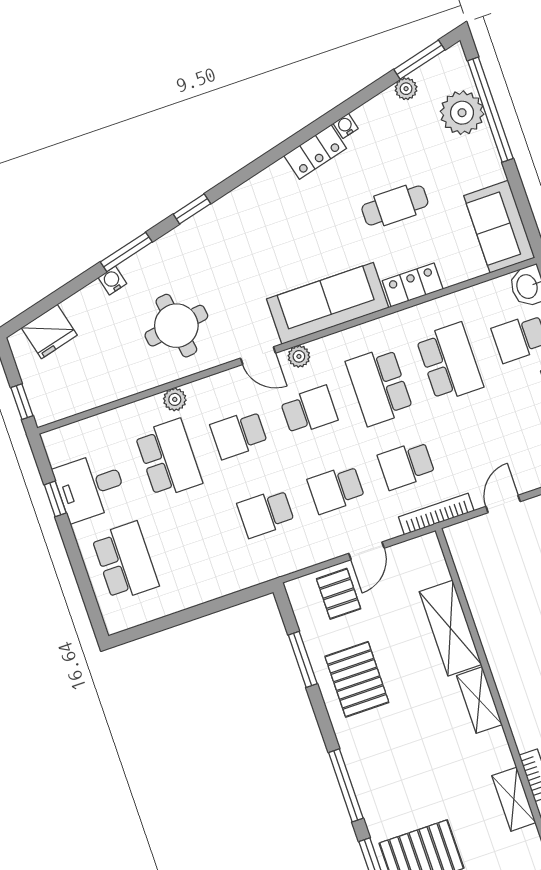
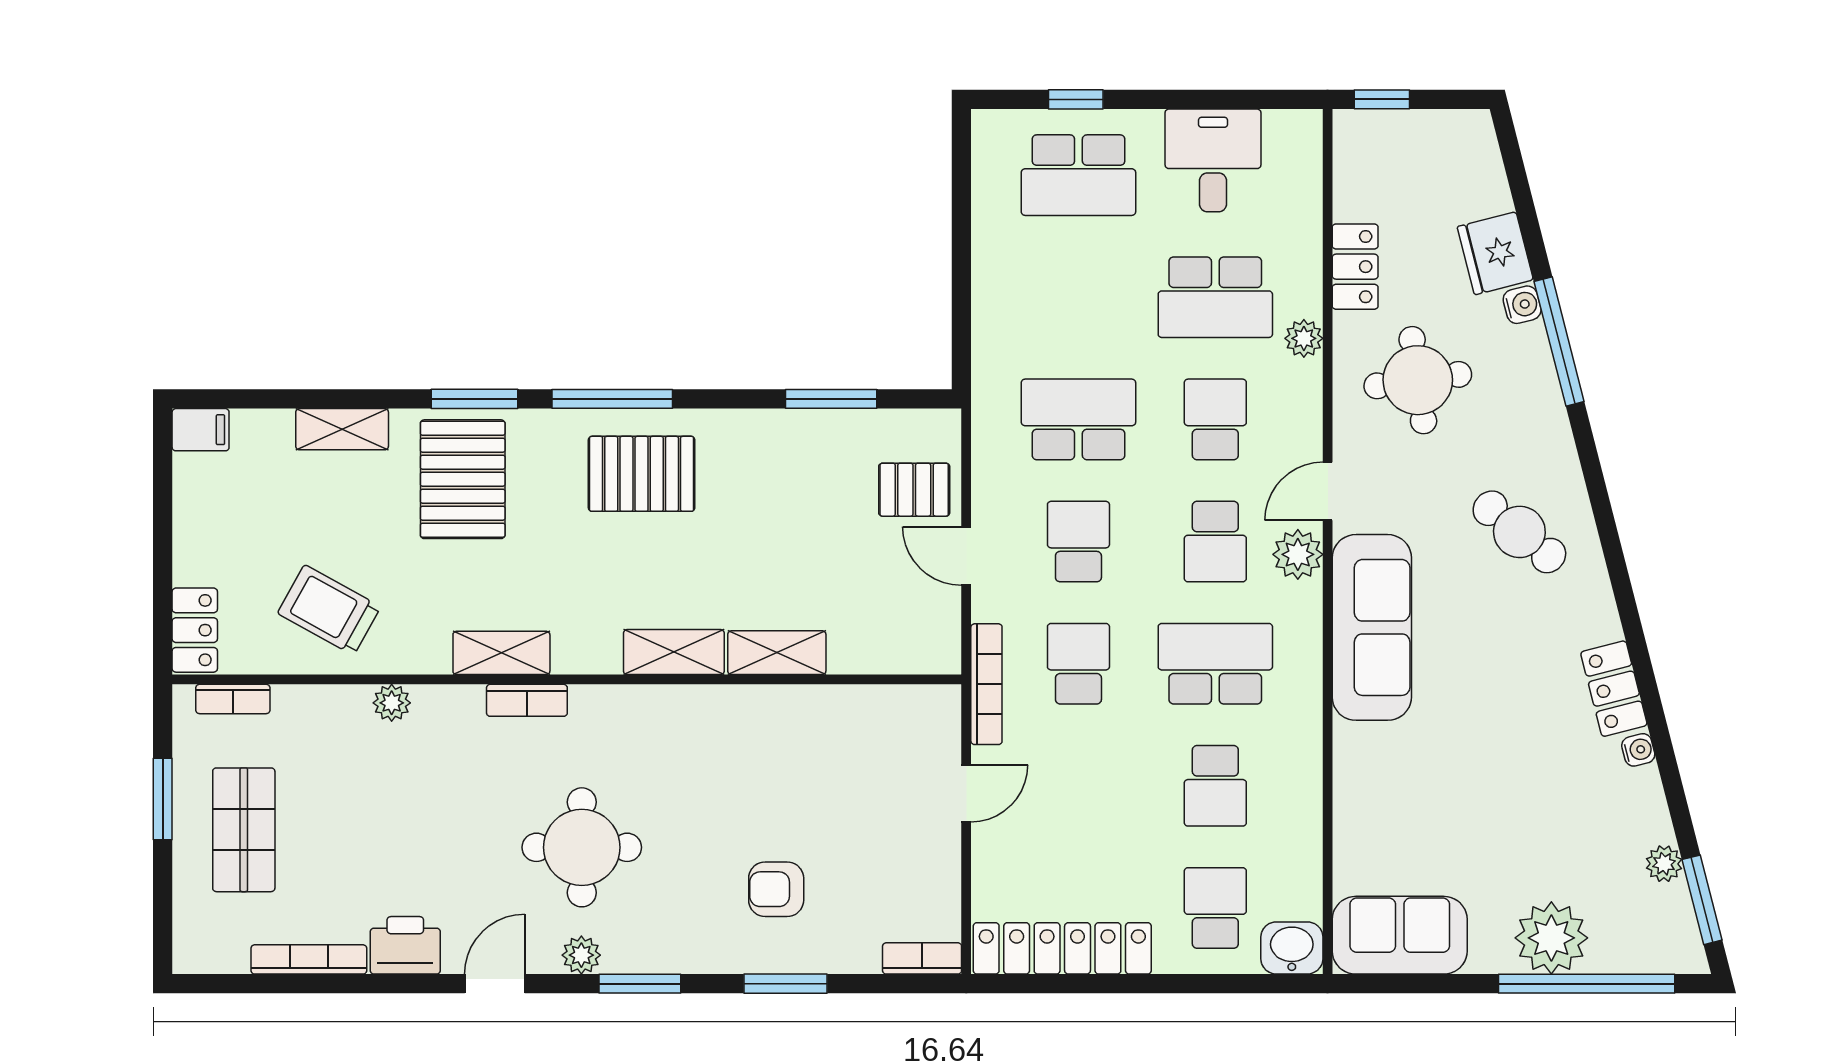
plant: (462, 113) -> (1551, 938), moved
cafe table: (395, 205) -> (1519, 532), moved, turned -51
window: (192, 209) -> (1591, 467), removed
window: (126, 252) -> (1559, 341), width x1.44
locker: (413, 285) -> (1355, 267), moved
fridge: (49, 331) -> (1495, 253), moved
plant: (299, 356) -> (1298, 554), width x1.38, depth x1.38
school desk: (450, 362) -> (1215, 786), width x0.54
window: (55, 499) -> (1076, 99), moved
door: (503, 504) -> (966, 793), hinge flipped
school desk: (266, 513) -> (1078, 419), width x1.85
shelving: (450, 628) -> (777, 653), width x0.67, depth x0.75
pallet: (357, 679) -> (642, 474), moved

